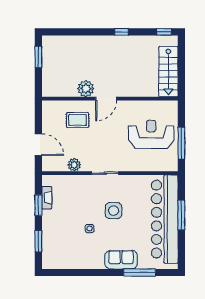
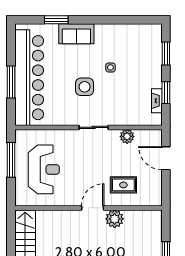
reception desk: (151, 134) -> (44, 169), turned -90
window: (140, 273) -> (56, 20), width x0.69

